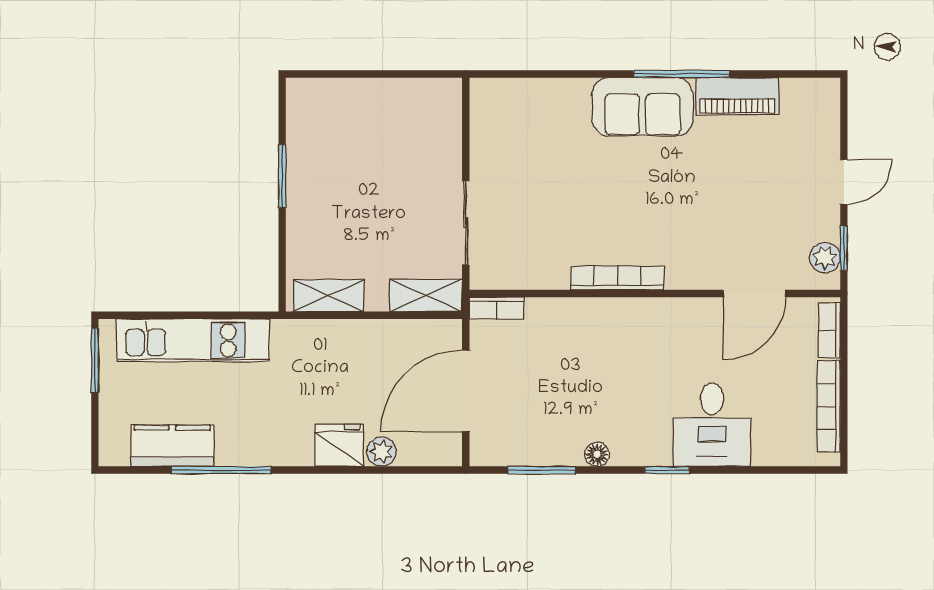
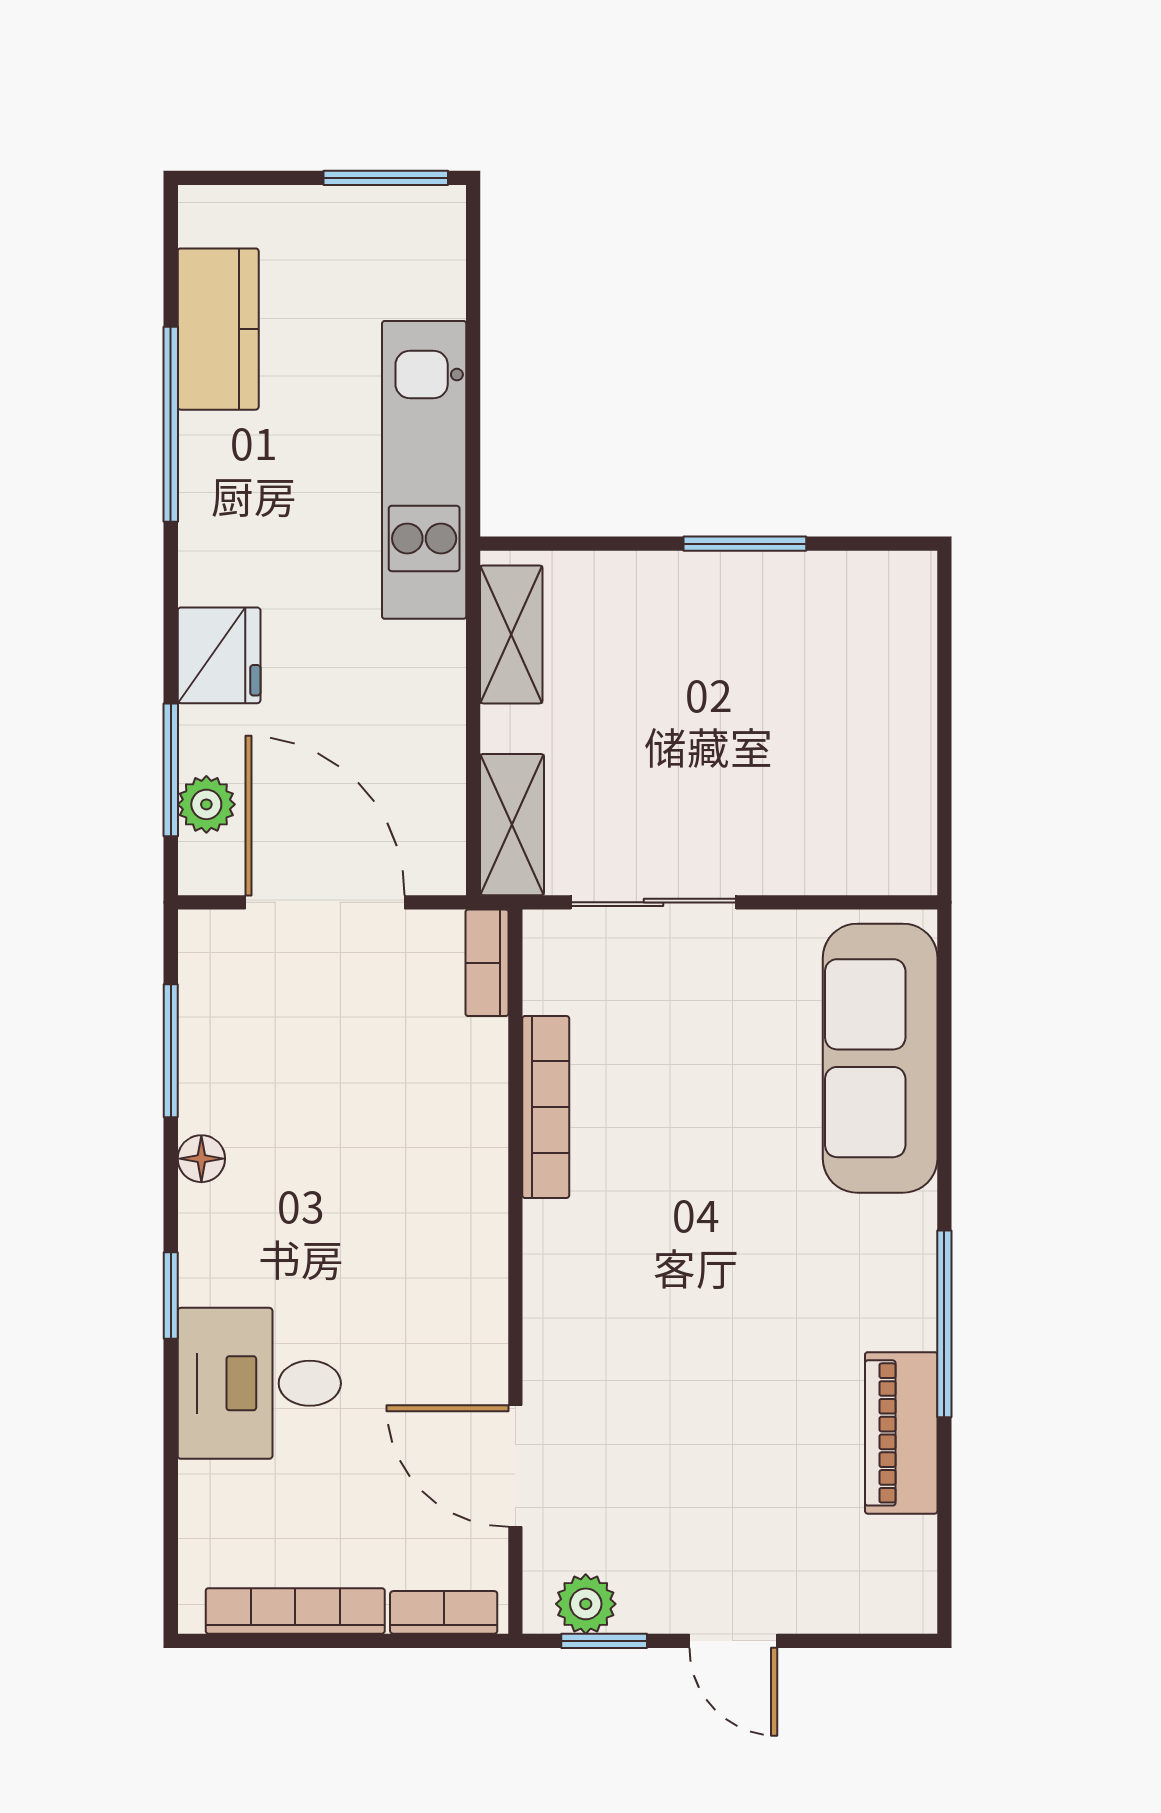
sofa: (642, 107) -> (880, 1058), moved, width x1.36
bookcase: (617, 278) -> (546, 1107), moved
kitchen unit: (193, 340) -> (424, 470), moved
plant: (381, 452) -> (206, 804), moved
window: (398, 470) -> (171, 770), added

